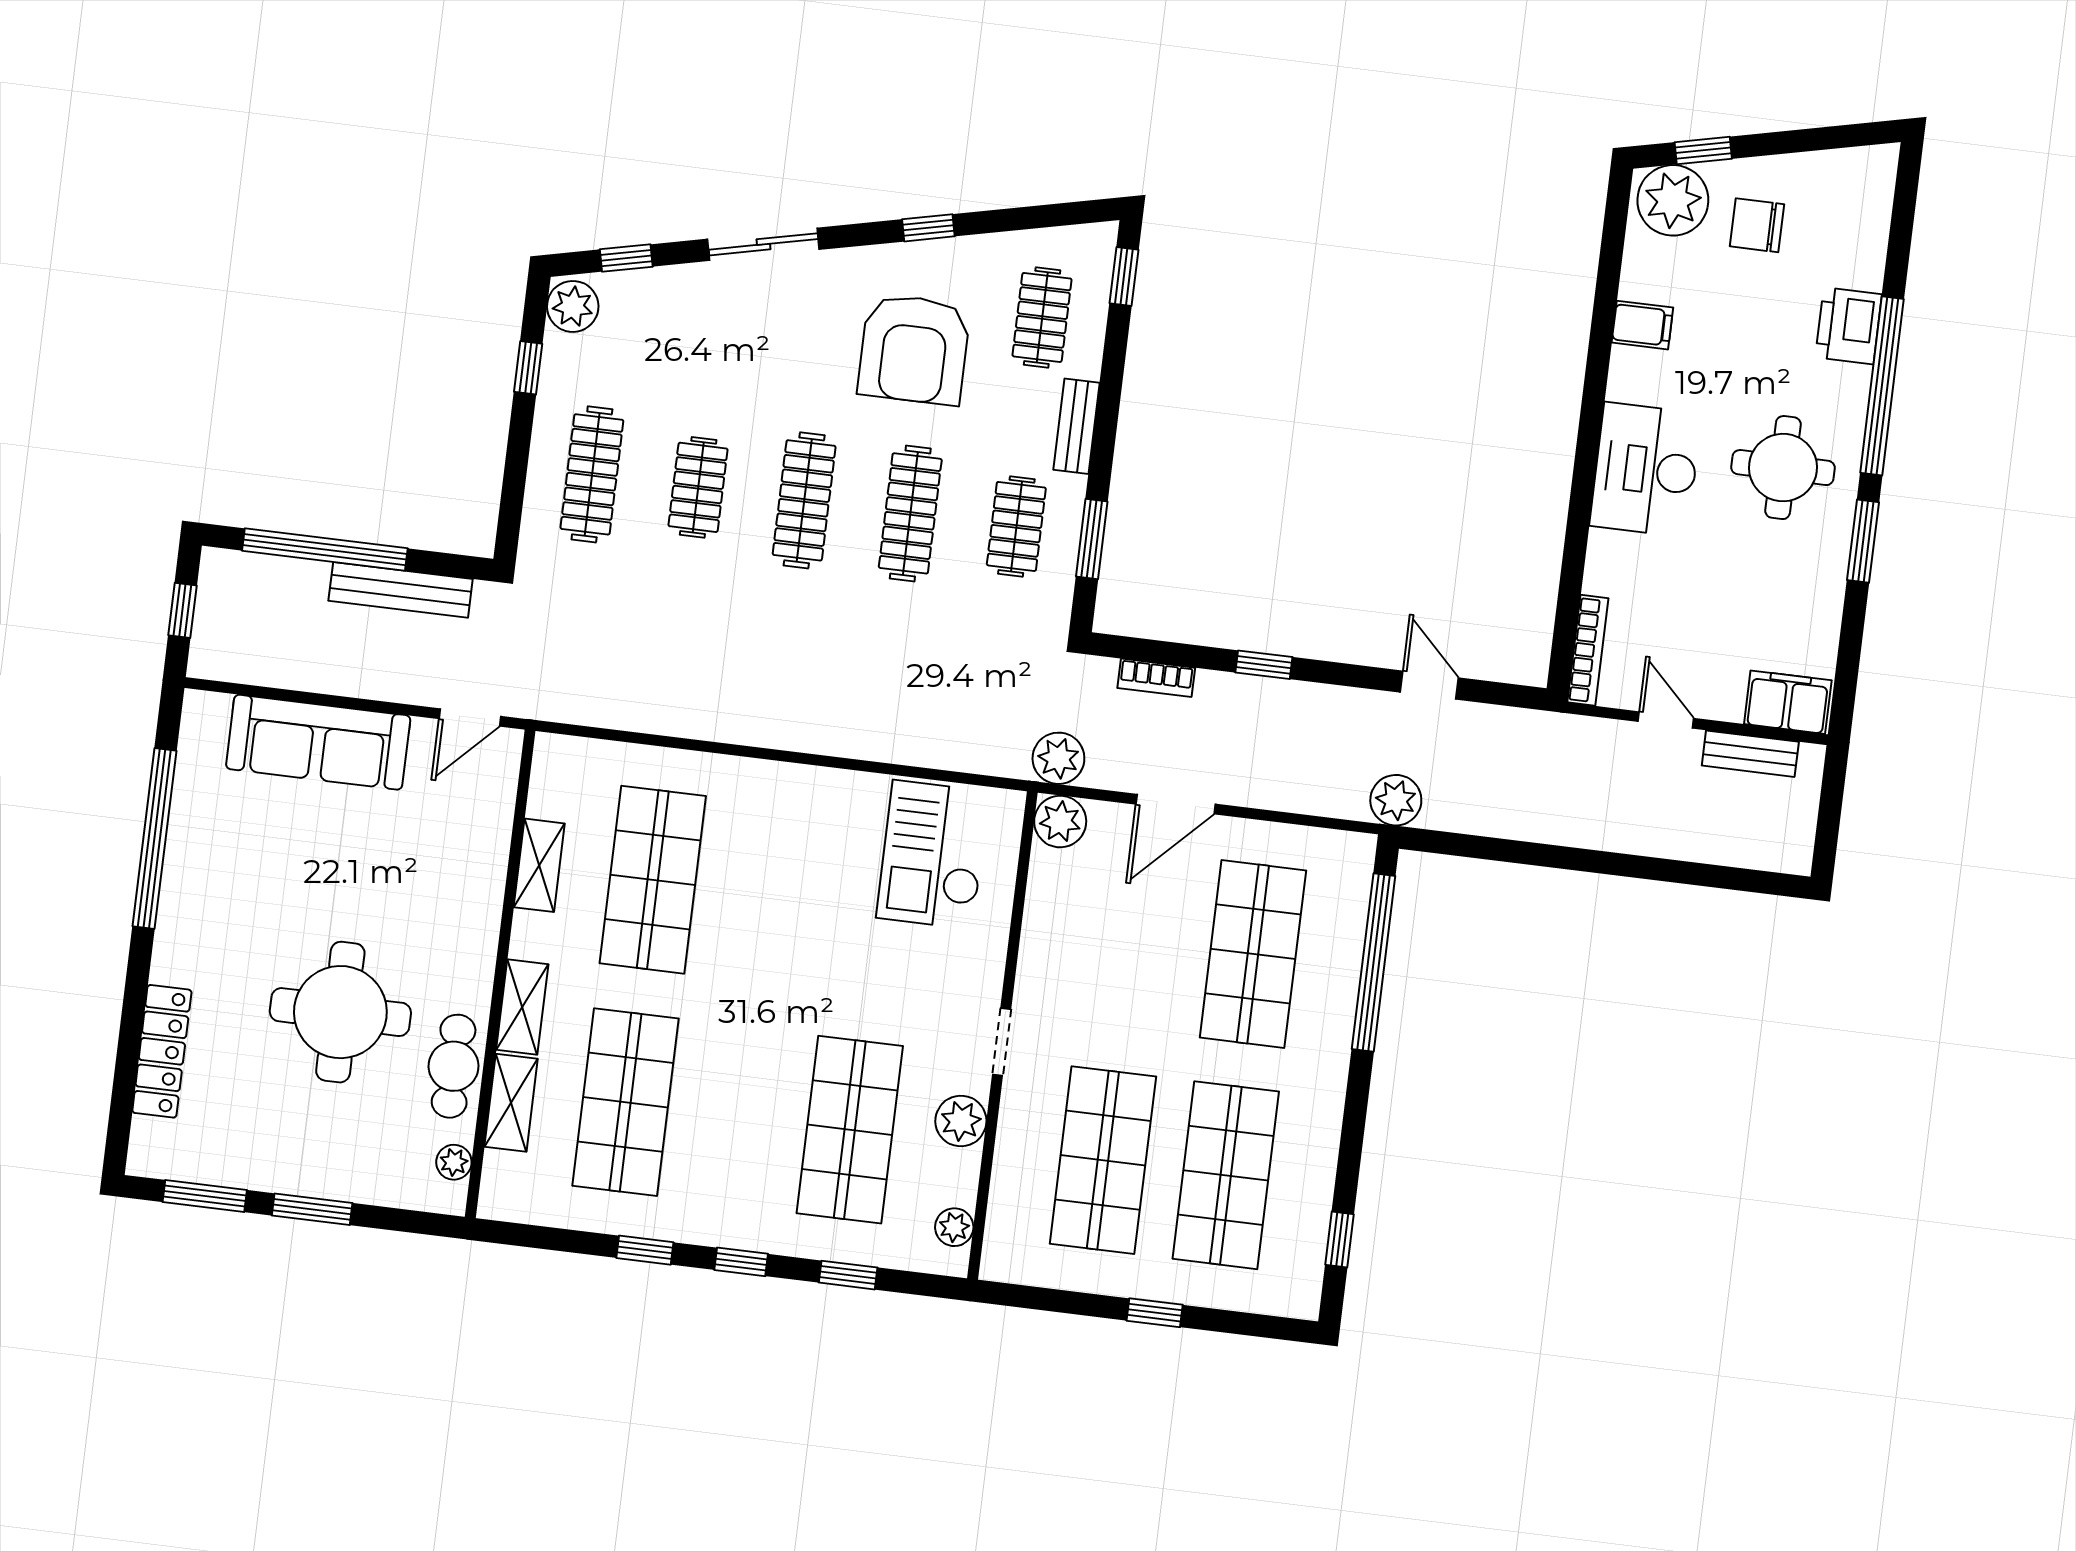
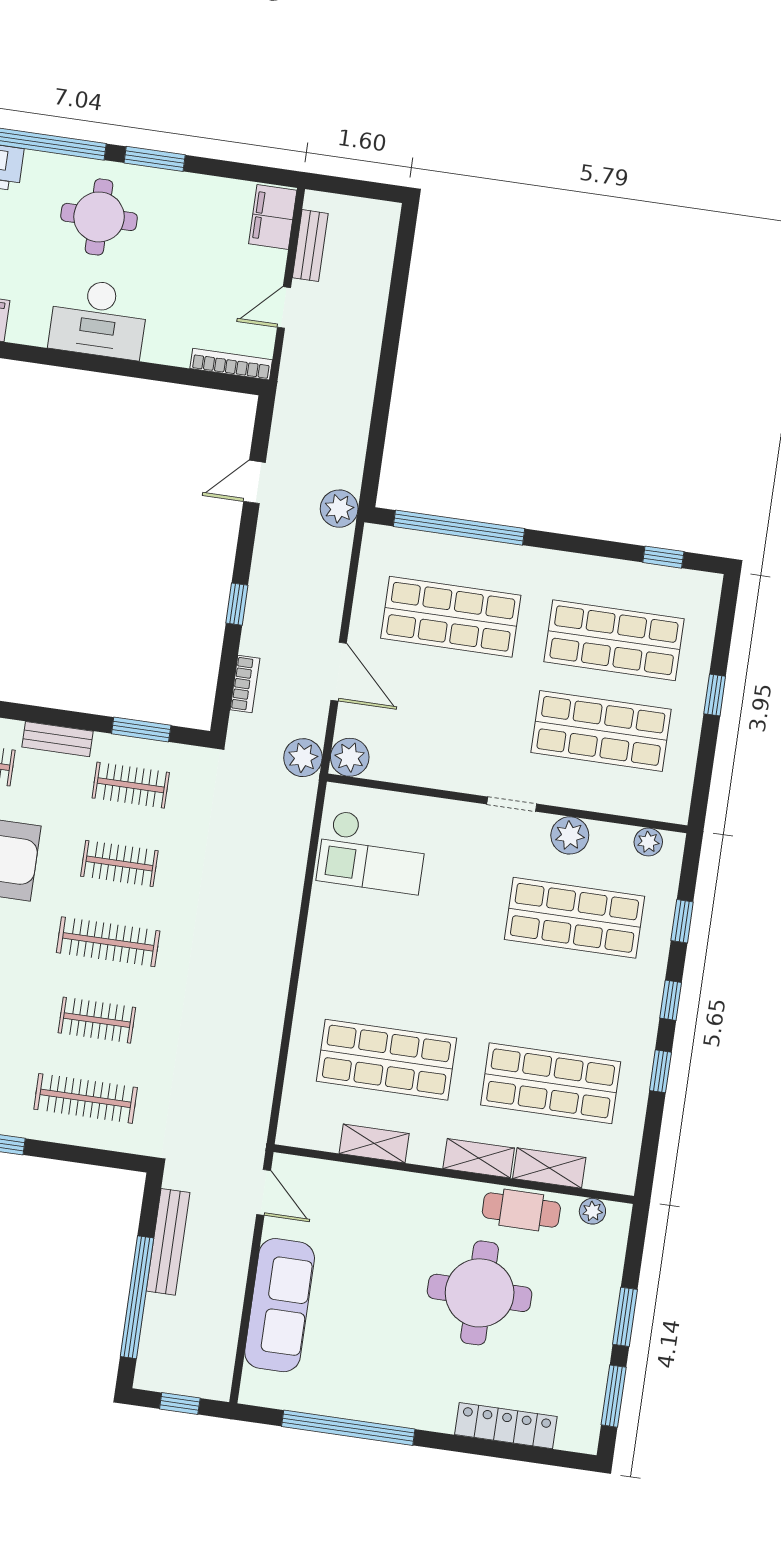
clothes rail: (910, 513) -> (119, 863), width x0.73

